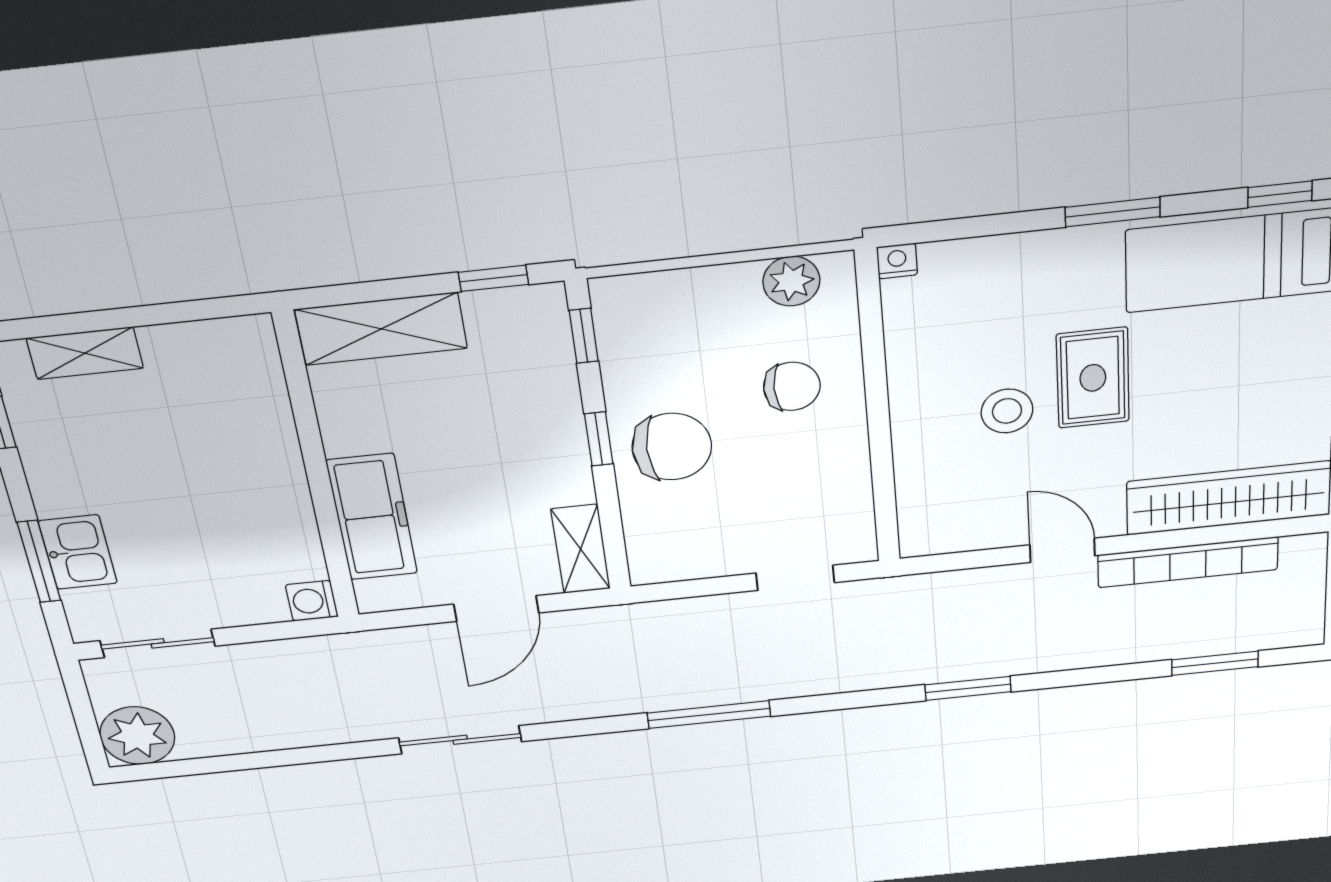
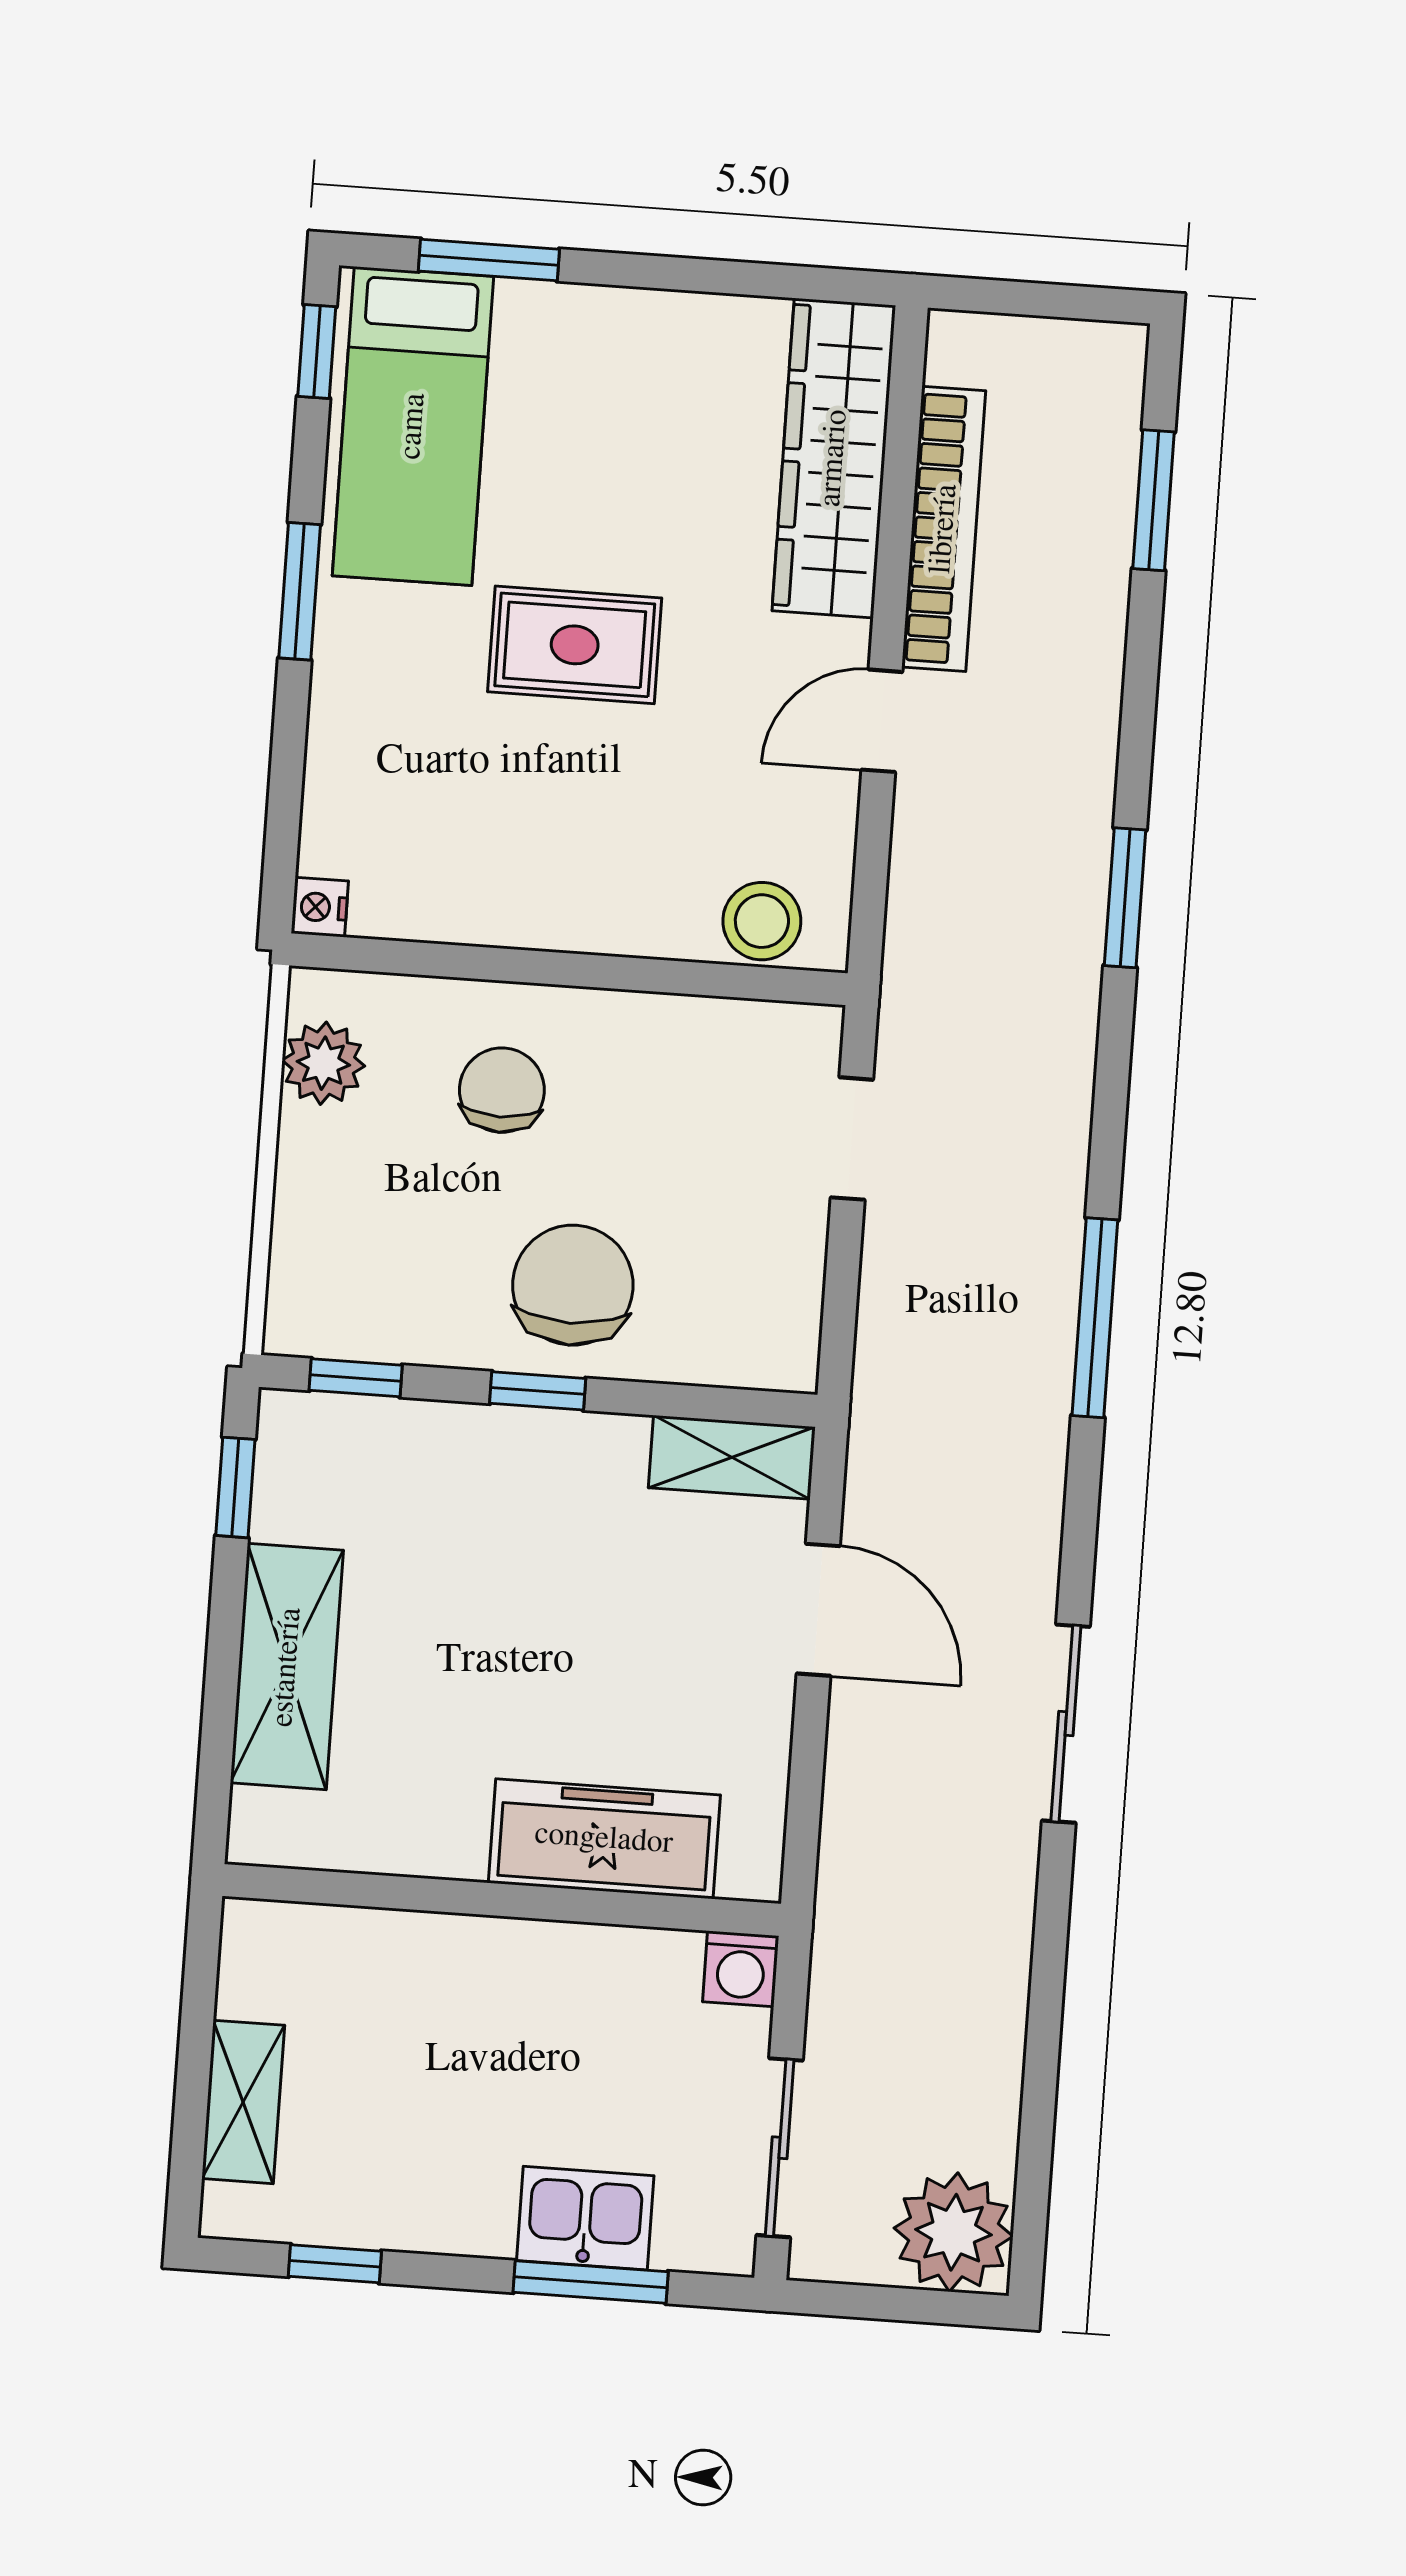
stool: (1007, 411) -> (762, 921), moved
wall: (317, 469) -> (502, 1900), moved
freezer: (372, 517) -> (604, 1839), moved
washing machine: (312, 601) -> (741, 1969), moved

